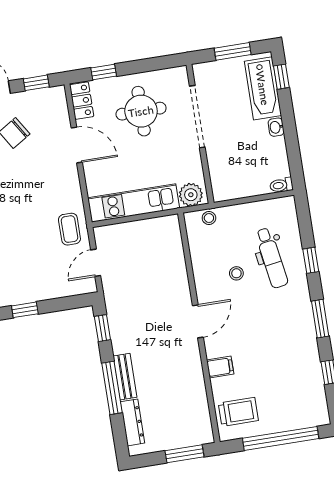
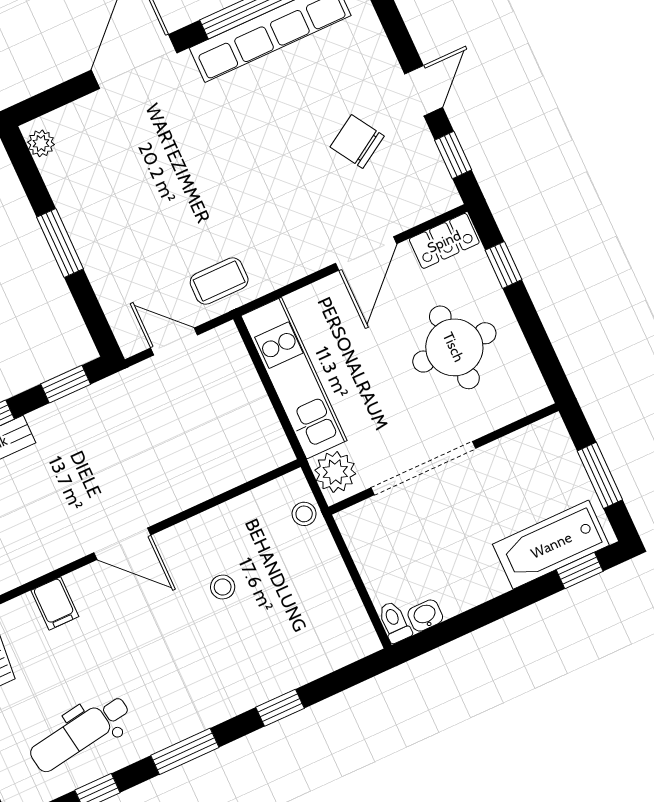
doorway: (197, 117) -> (423, 468), moved
washbasin: (276, 127) -> (425, 616), moved
dental chair: (272, 258) -> (80, 733), moved
window: (25, 310) -> (60, 243), width x1.50

